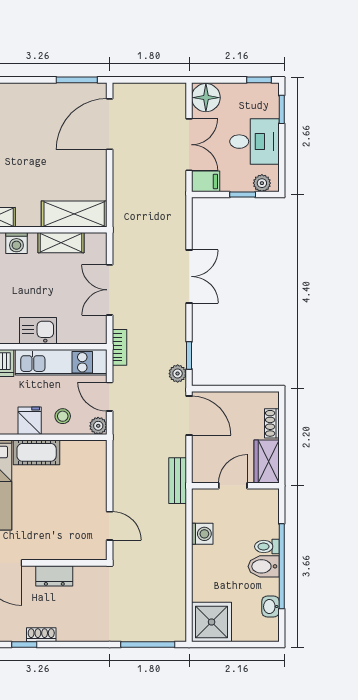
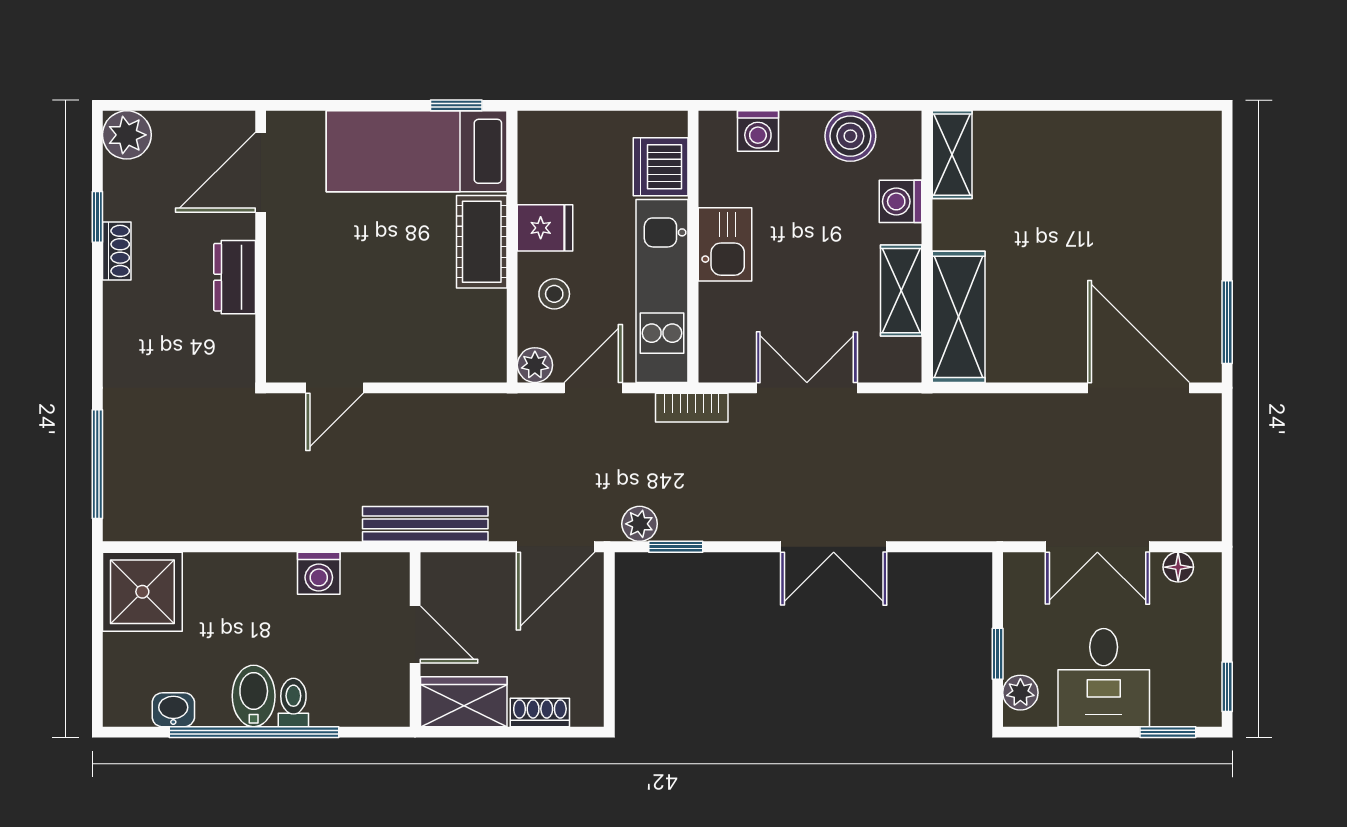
floor lamp: (206, 98) -> (1178, 567), width x0.53, depth x0.53
filing cabinet: (206, 181) -> (1024, 580), removed
bench: (178, 481) -> (425, 524), width x1.36

